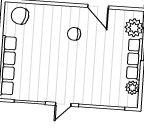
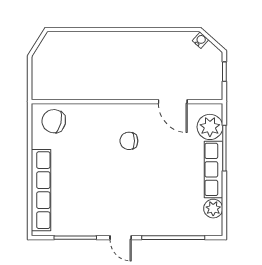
door: (98, 7) -> (173, 102), moved
door: (63, 104) -> (121, 238), hinge flipped

